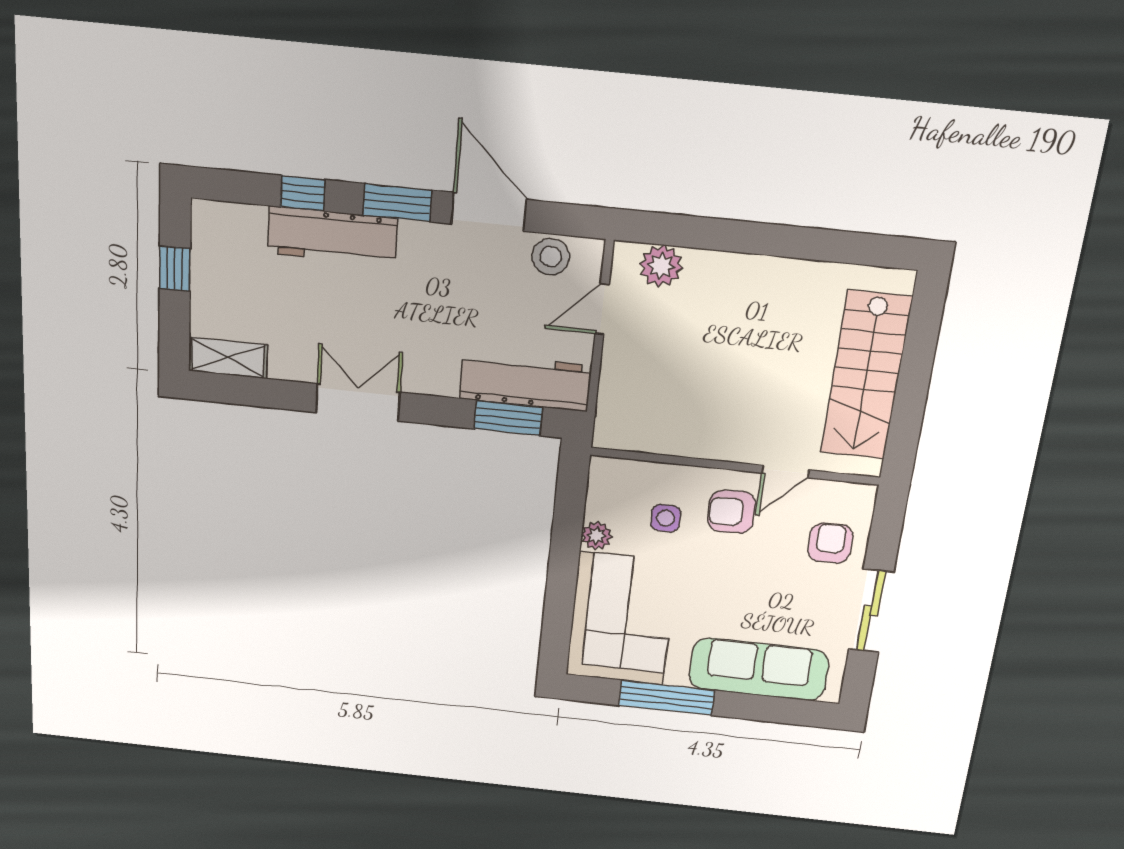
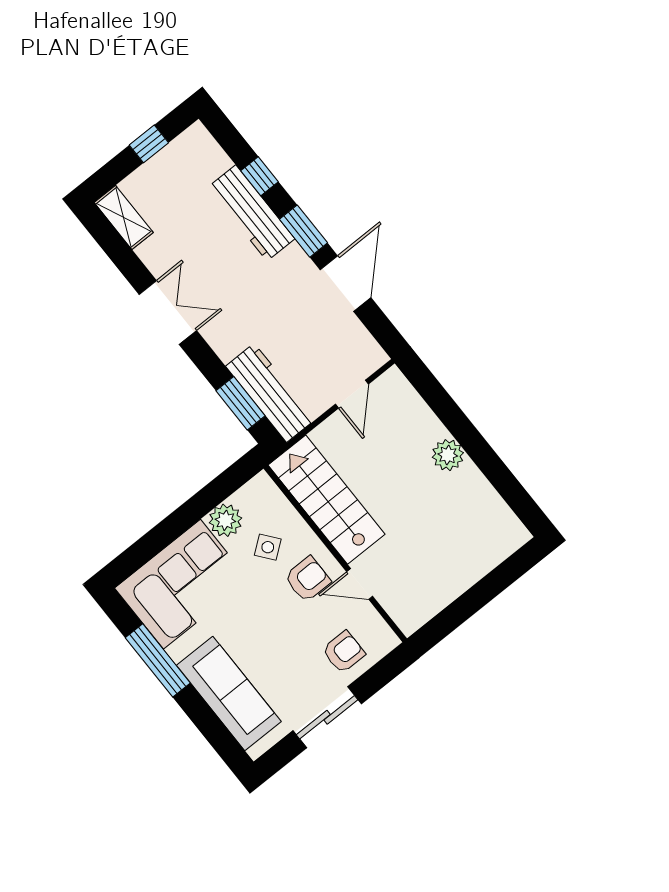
stool: (551, 257) -> (353, 339), removed
plant: (661, 266) -> (448, 455), moved
door: (602, 309) -> (352, 394), swing flipped
stairs: (866, 376) -> (327, 500), moved, turned 90
armchair: (731, 512) -> (308, 579), turned 92
side table: (666, 518) -> (268, 547), turned -38
plant: (597, 536) -> (225, 520), width x1.38, depth x1.38

